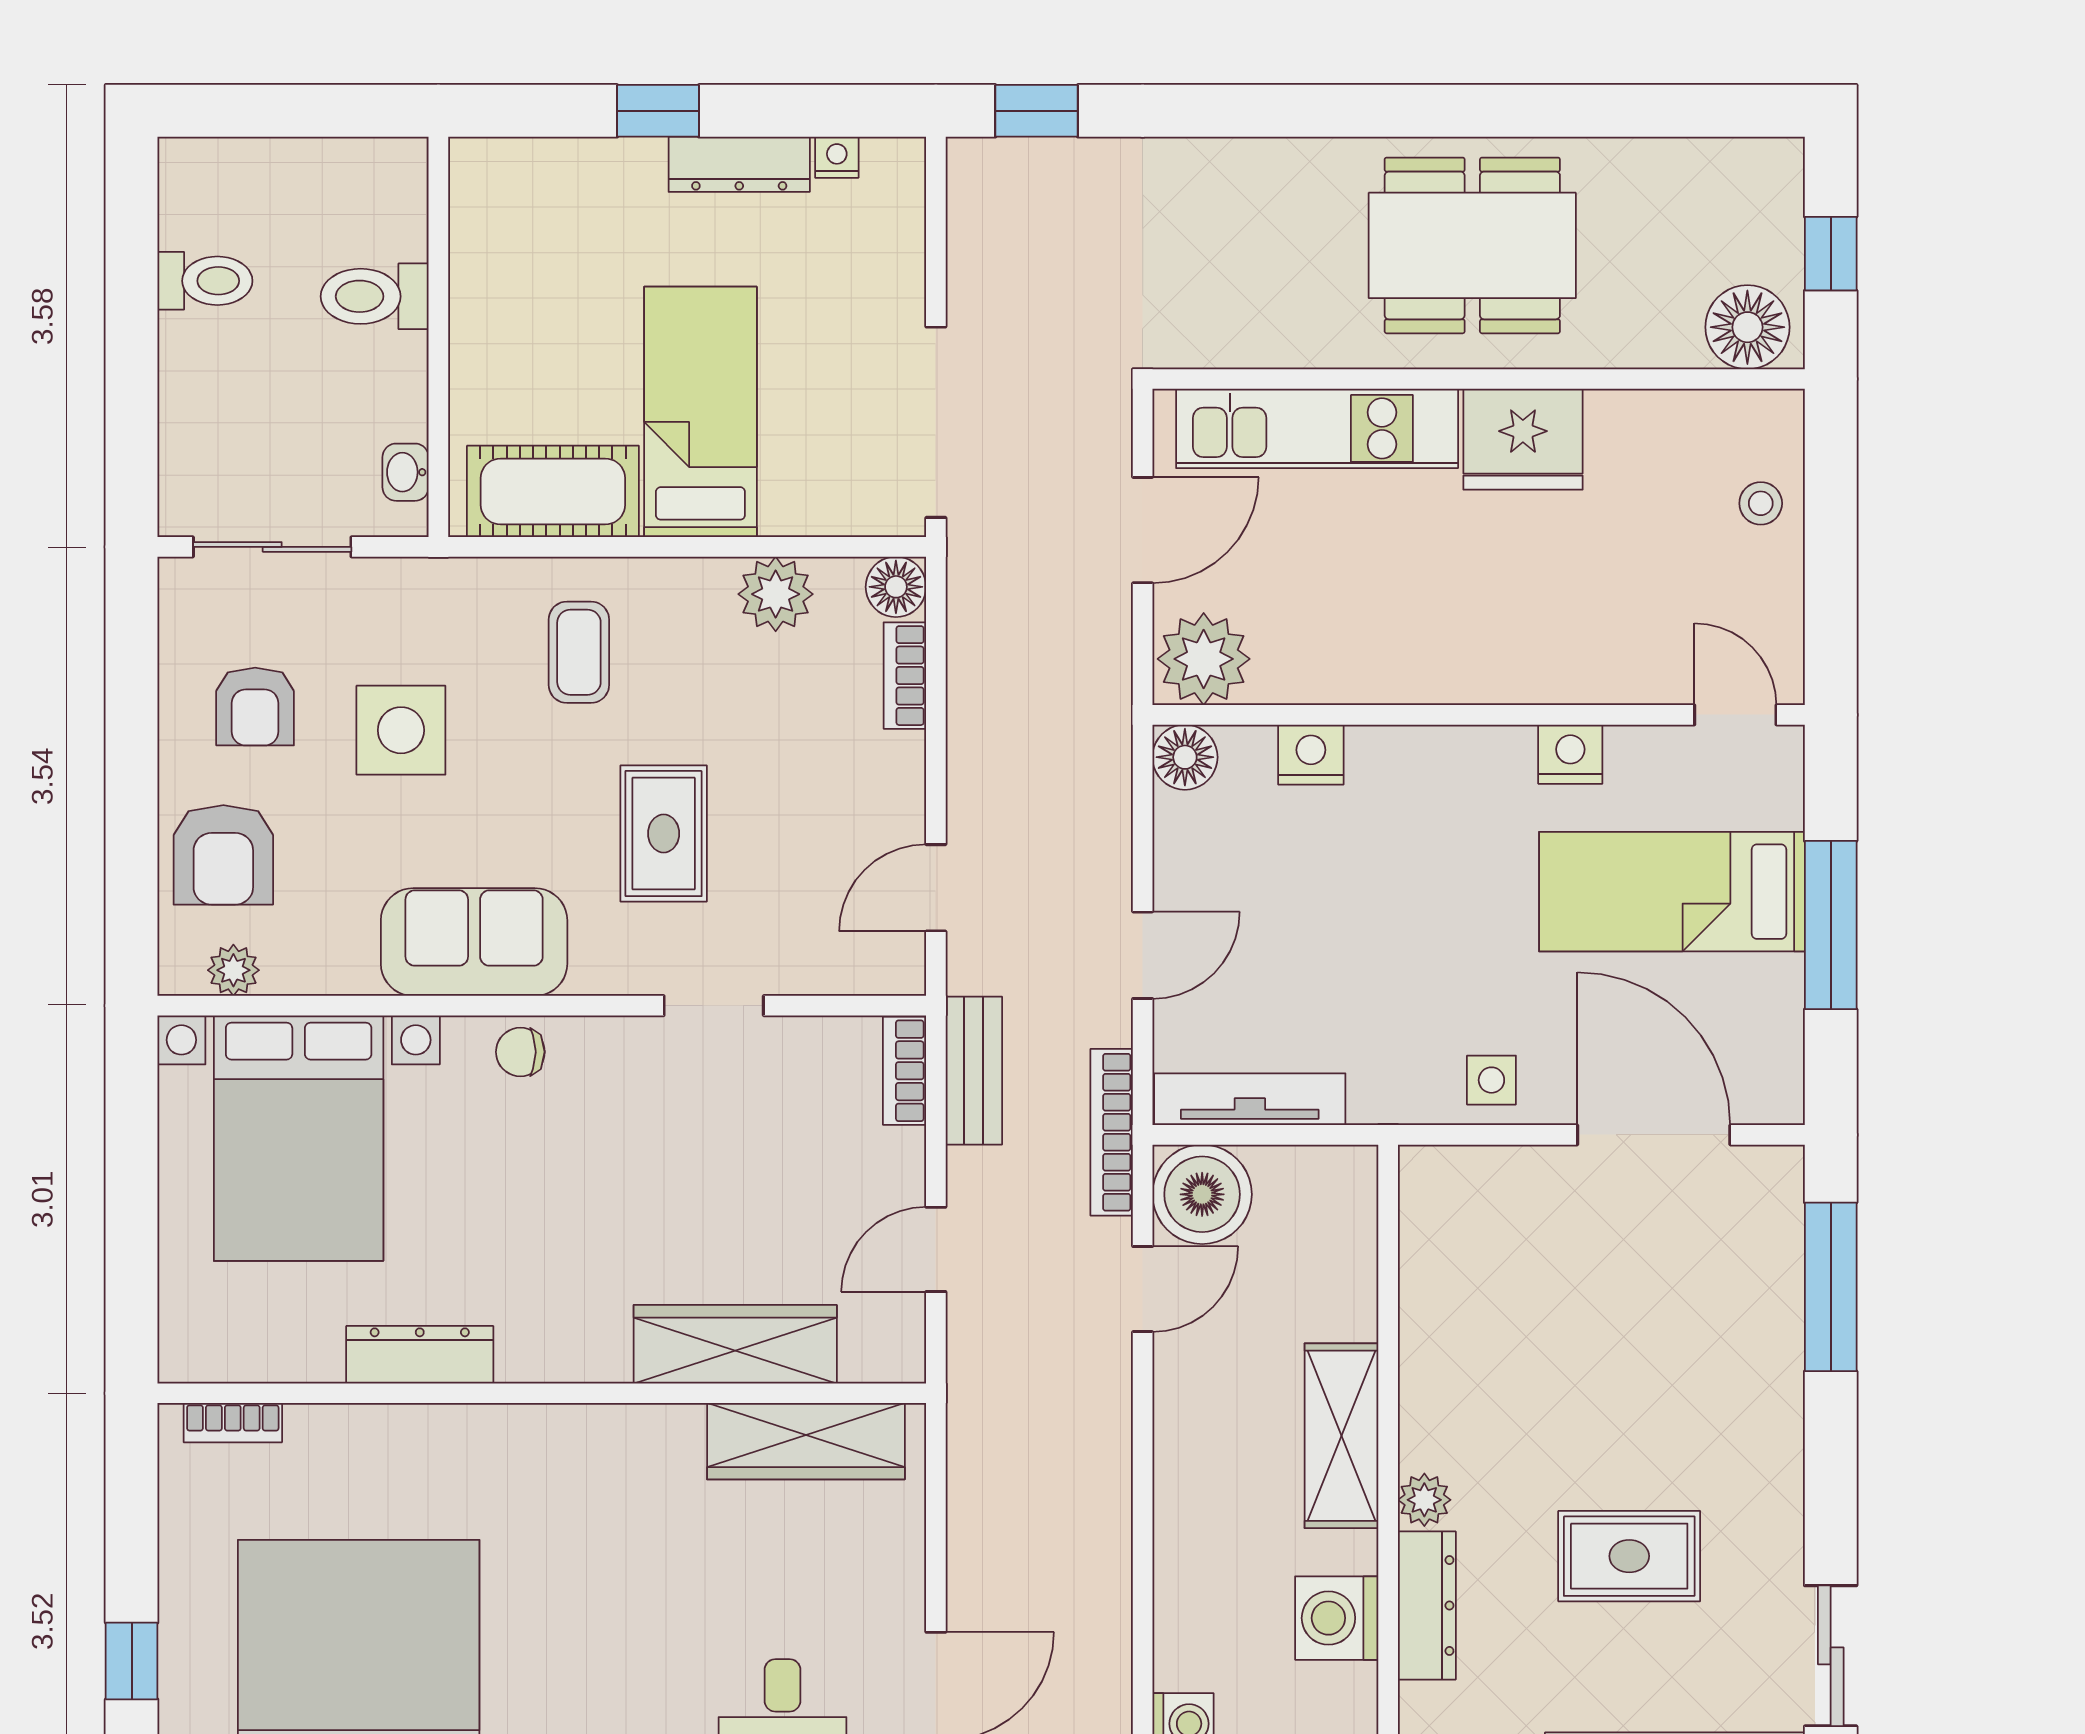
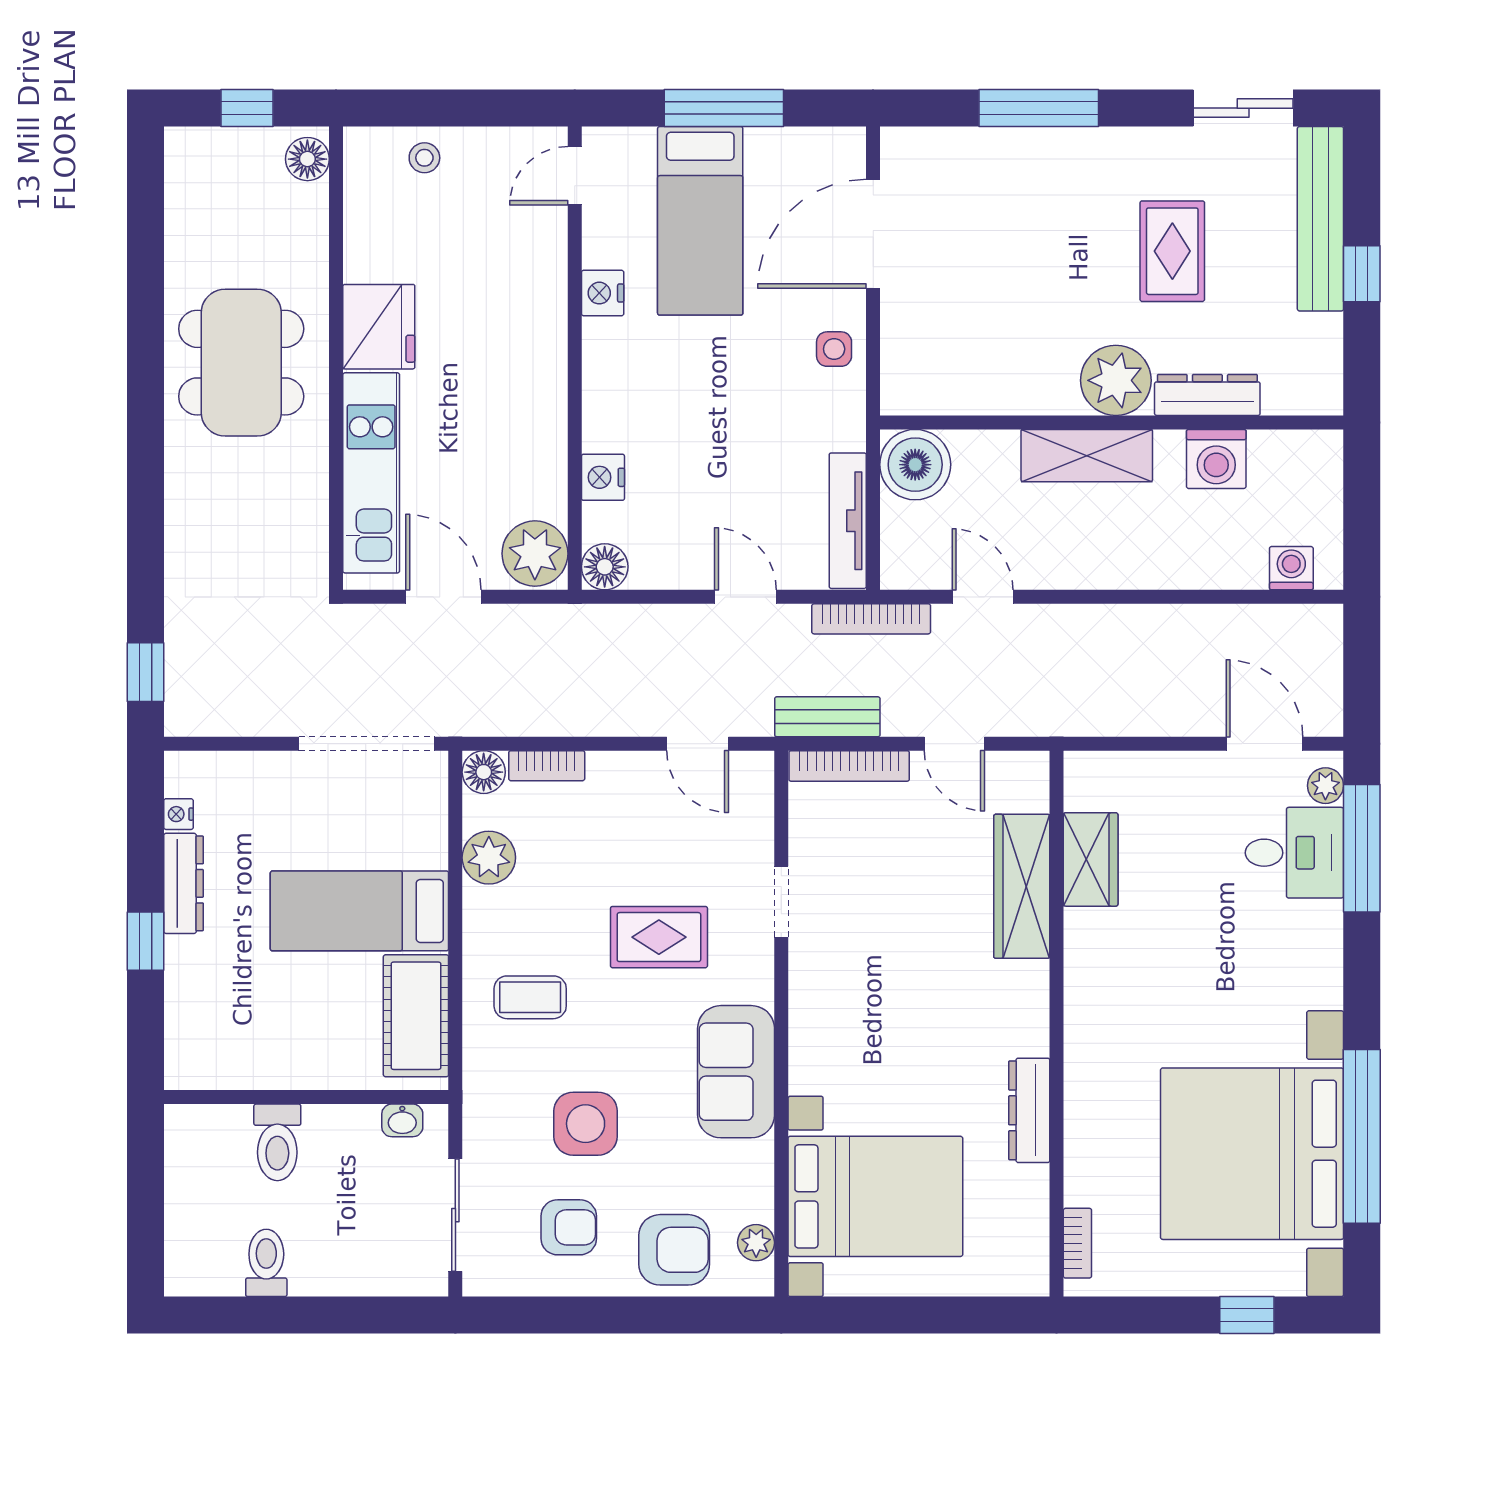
floor lamp: (1747, 327) -> (307, 159), width x0.73, depth x0.73
chair: (520, 1052) -> (814, 1039), removed
bookcase: (905, 1071) -> (849, 766), width x1.56
boiler: (1202, 1194) -> (915, 465), moved
window: (1831, 1287) -> (1039, 108), moved
wardrobe: (806, 1441) -> (1091, 859), width x0.67
plant: (1424, 1500) -> (1116, 380), width x1.88, depth x1.88

